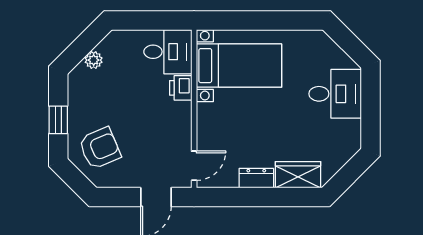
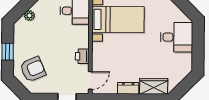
printer: (181, 88) -> (82, 56), moved

